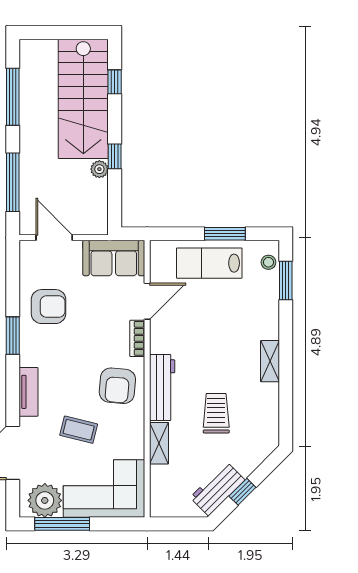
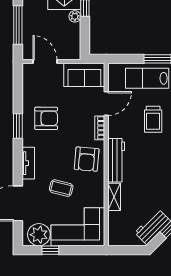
armchair: (48, 307) -> (46, 118), moved
trolley: (216, 413) -> (153, 119), moved, turned 180
window: (62, 524) -> (50, 250), width x0.46

